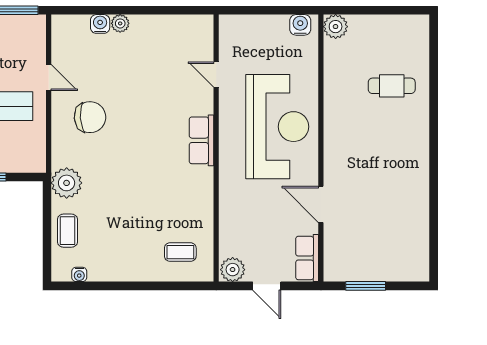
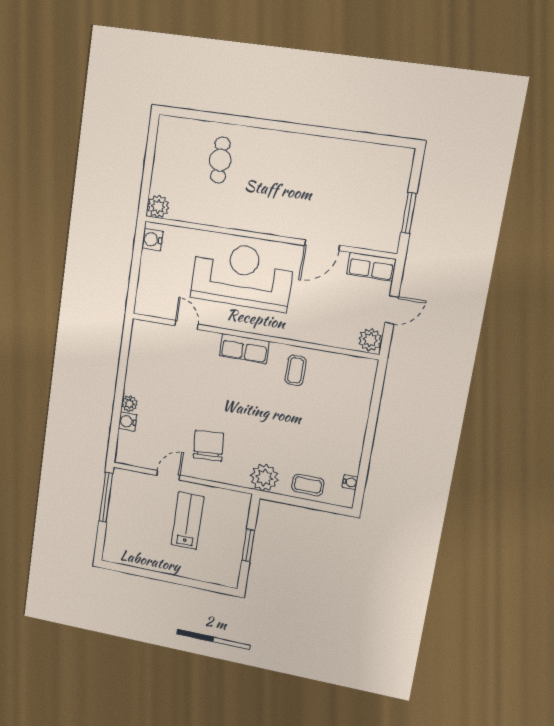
door: (216, 74) -> (186, 325), swing flipped
coffee table: (180, 252) -> (296, 370), moved

